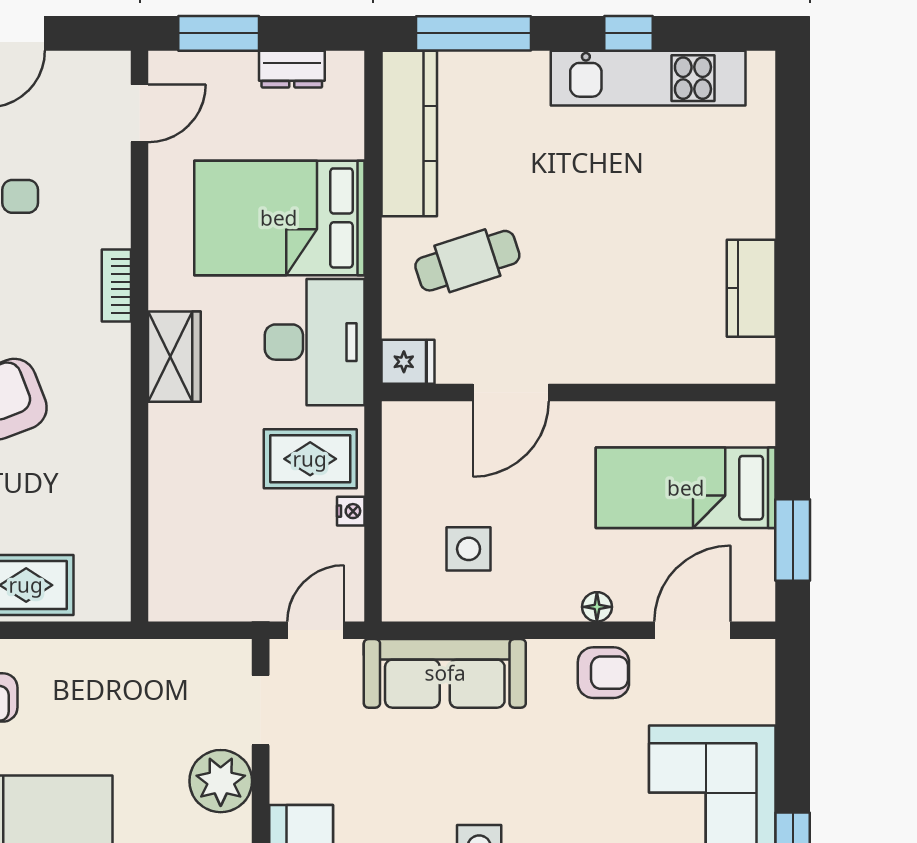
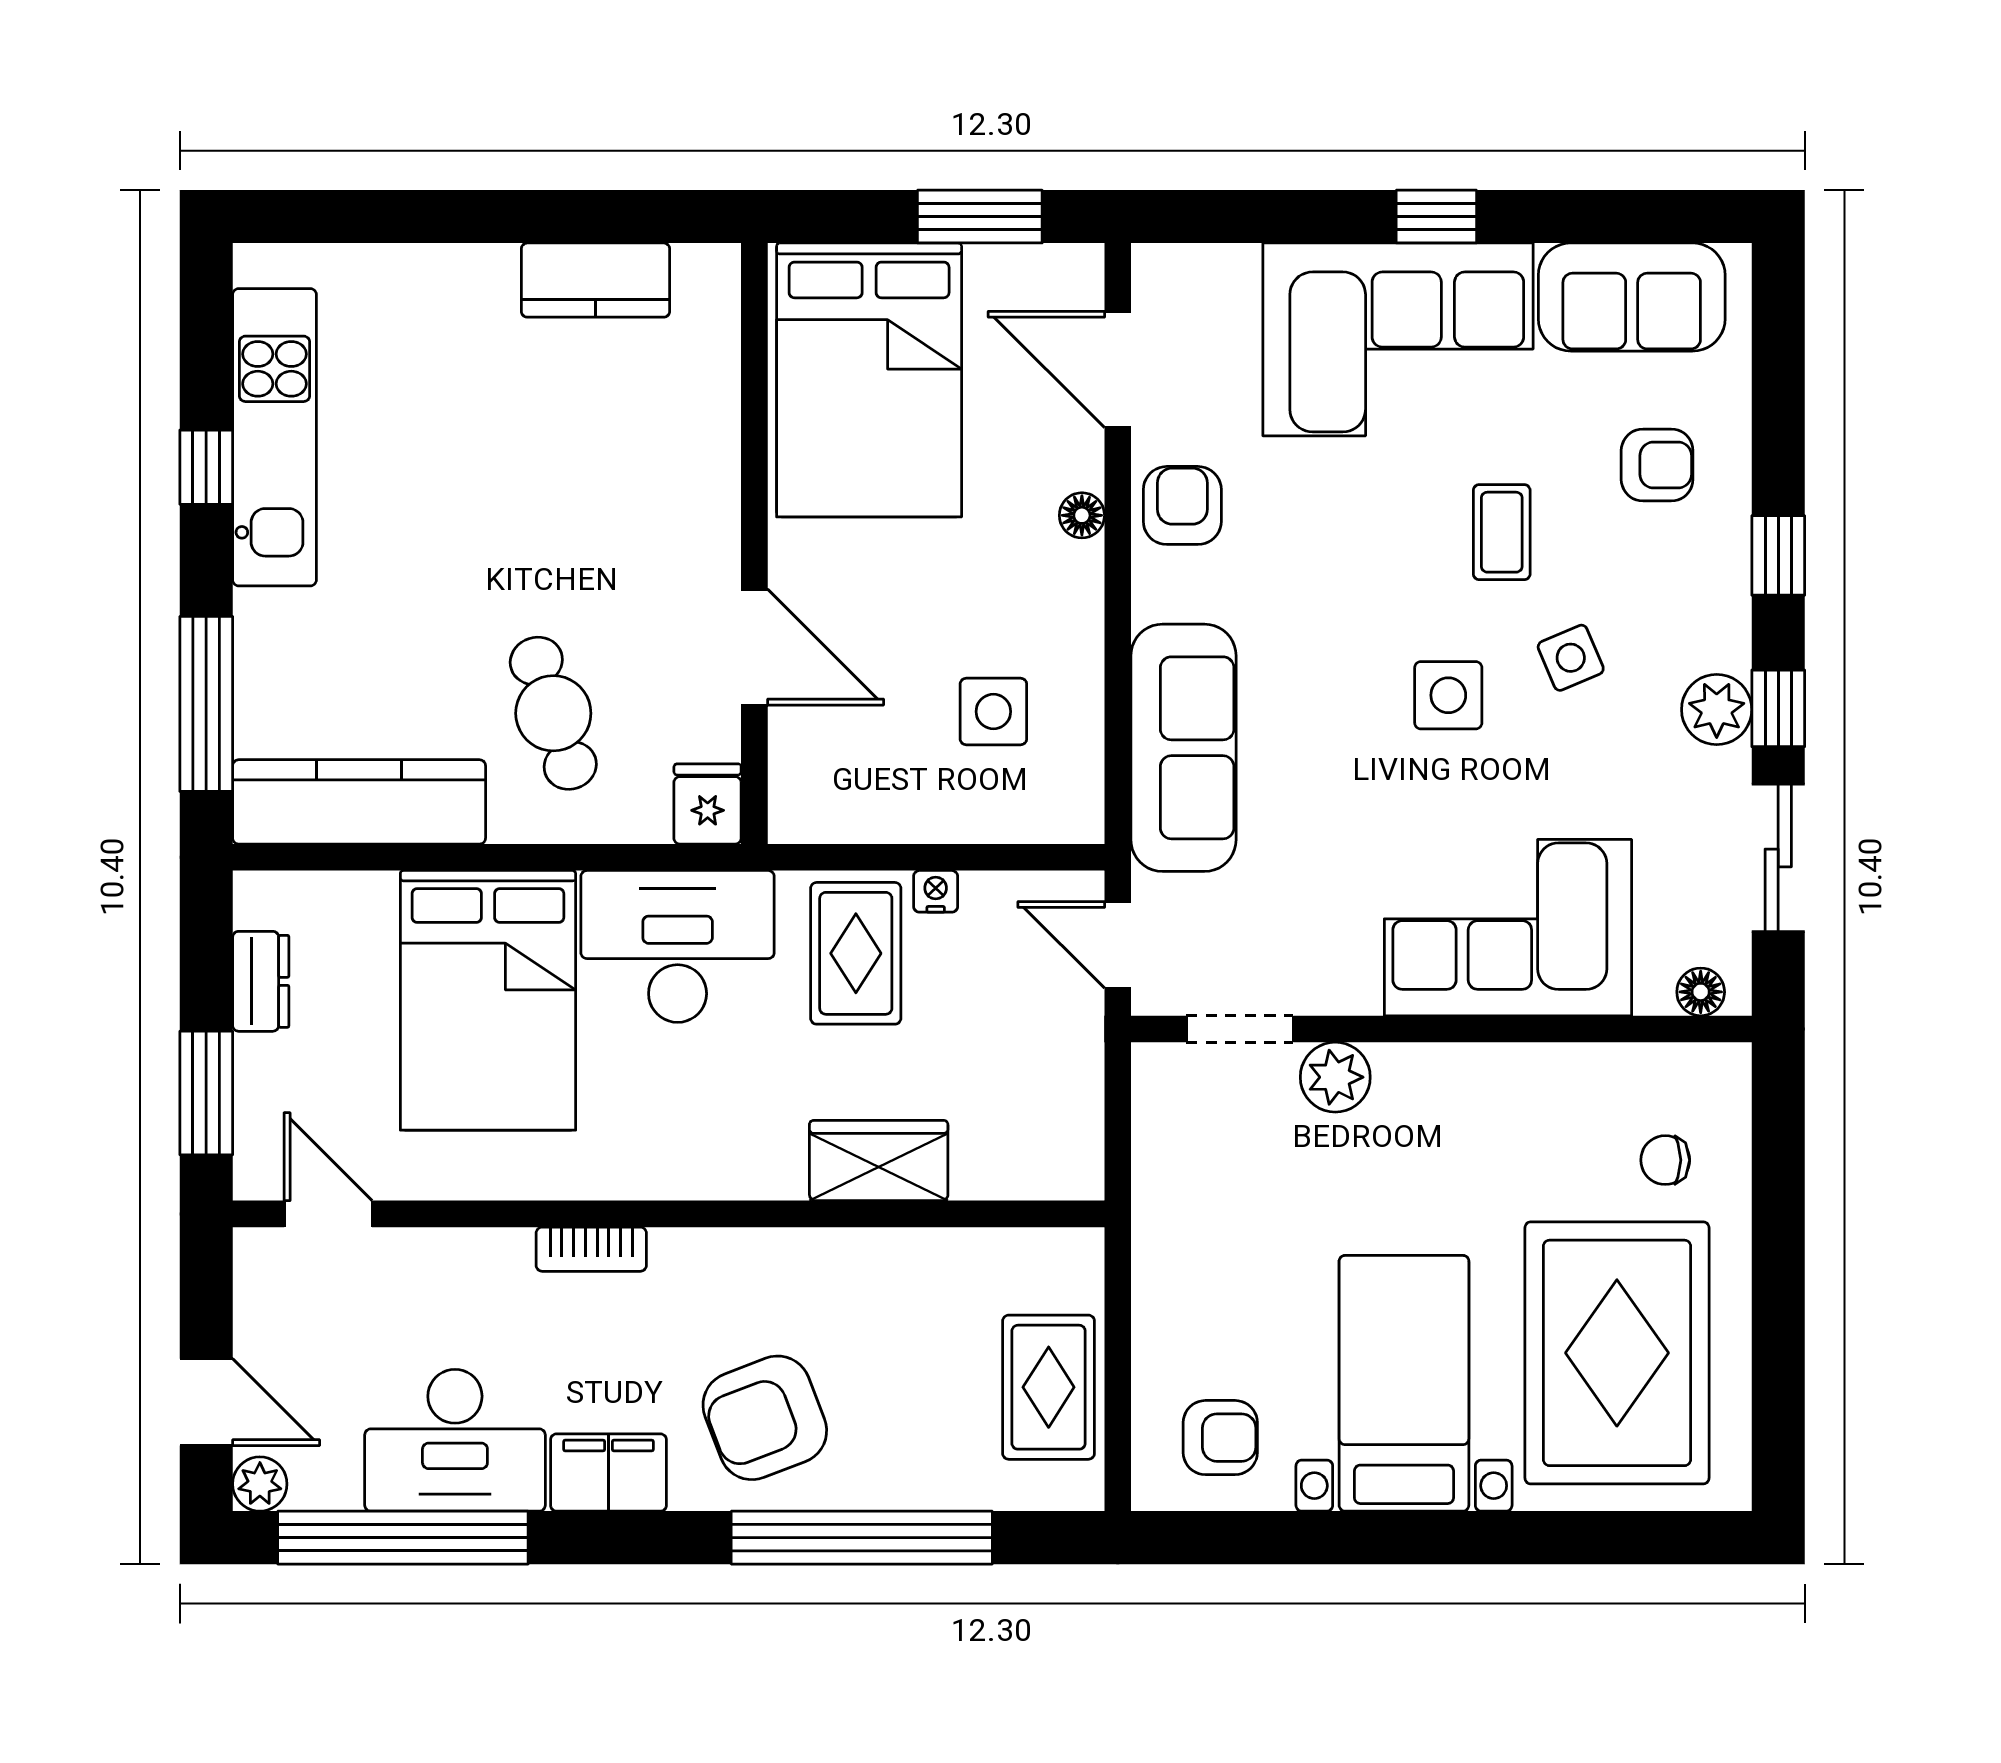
wardrobe: (174, 357) -> (879, 1161), moved
bed: (686, 488) -> (869, 380), width x1.50
plant: (221, 781) -> (1335, 1077), width x0.73, depth x0.73

